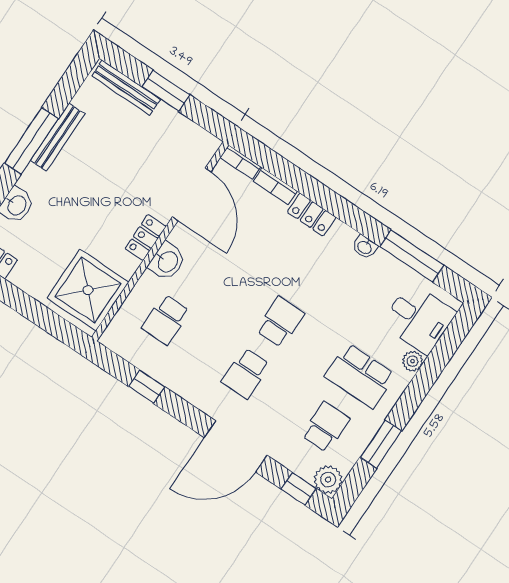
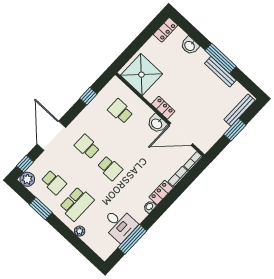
washbasin: (365, 247) -> (150, 207), moved
washbasin: (167, 261) -> (157, 124), moved
desk: (419, 318) -> (119, 224), moved, turned -90
school desk: (360, 376) -> (77, 204), turned 180

